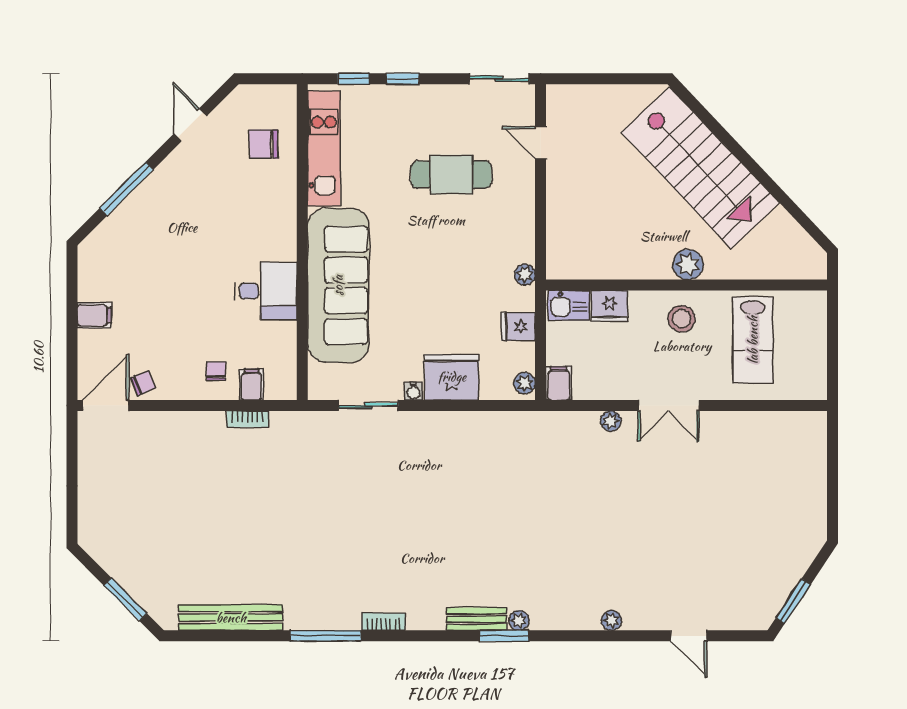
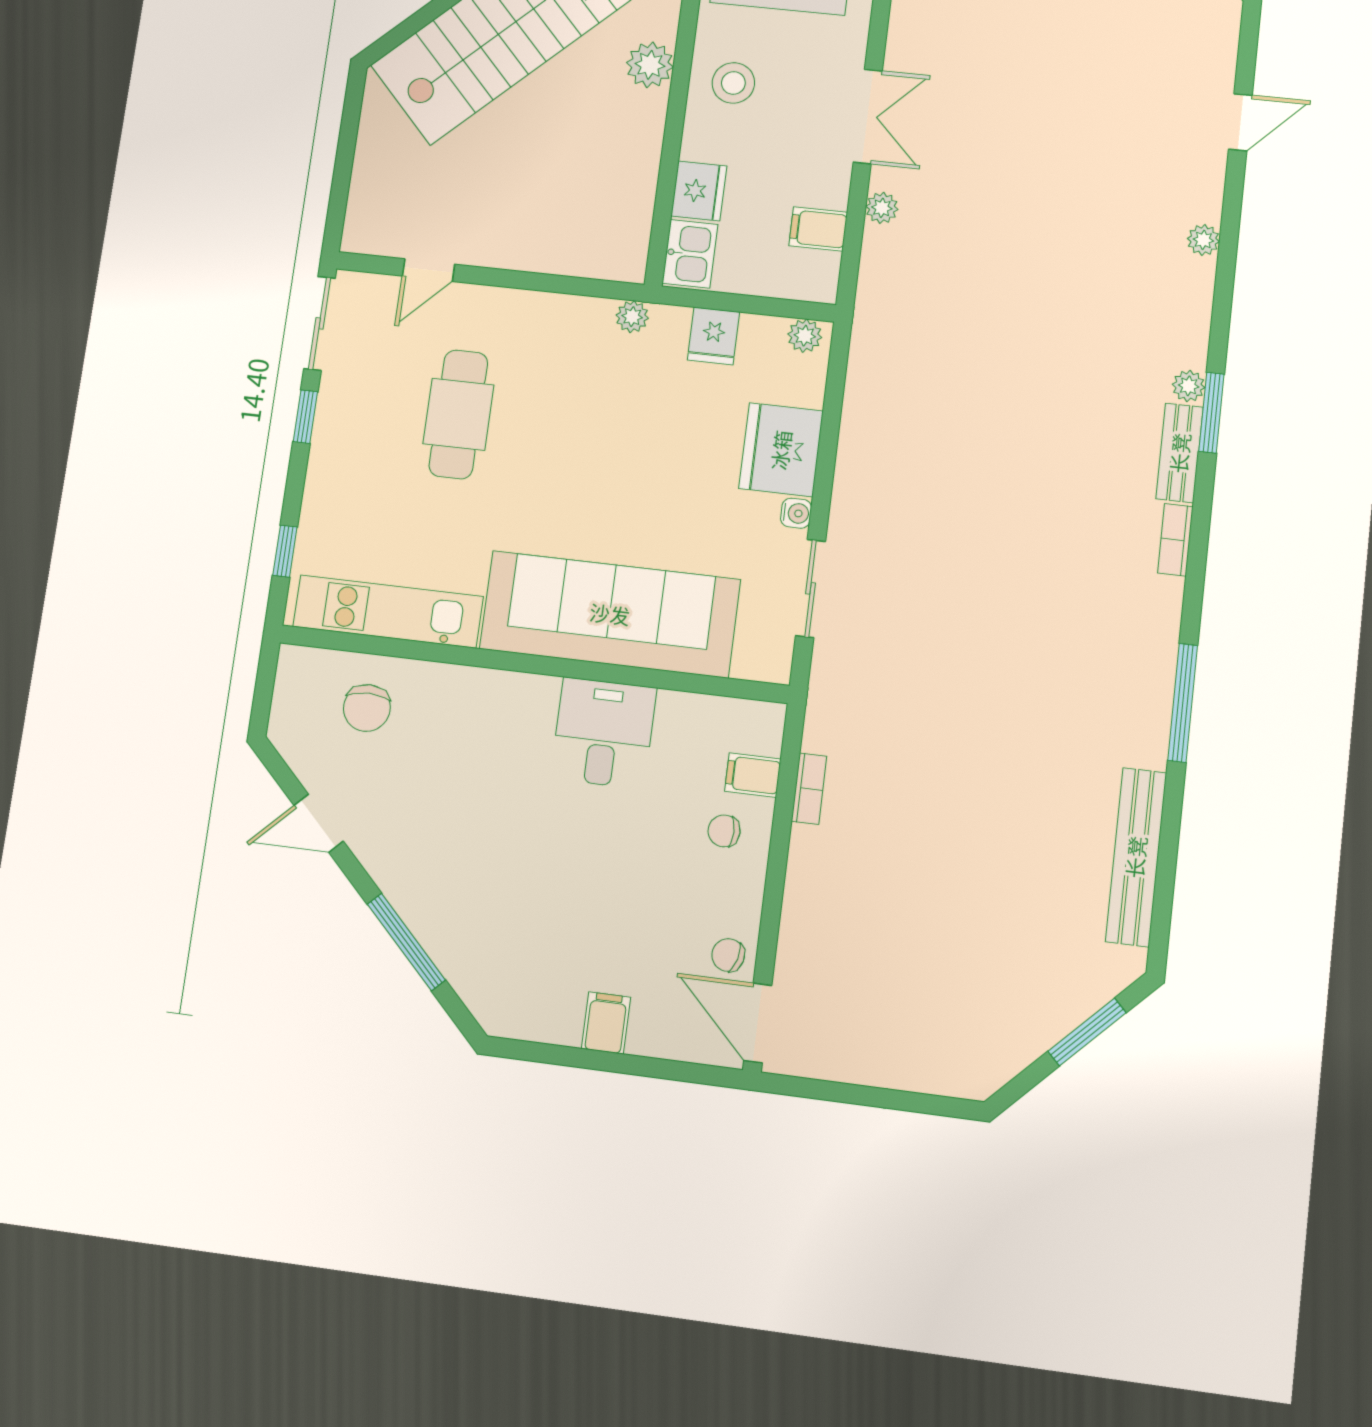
window: (402, 79) -> (305, 417), moved
chair: (143, 383) -> (728, 955), turned -53
filing cabinet: (559, 383) -> (818, 229), moved
bookcase: (384, 622) -> (1175, 540), moved

